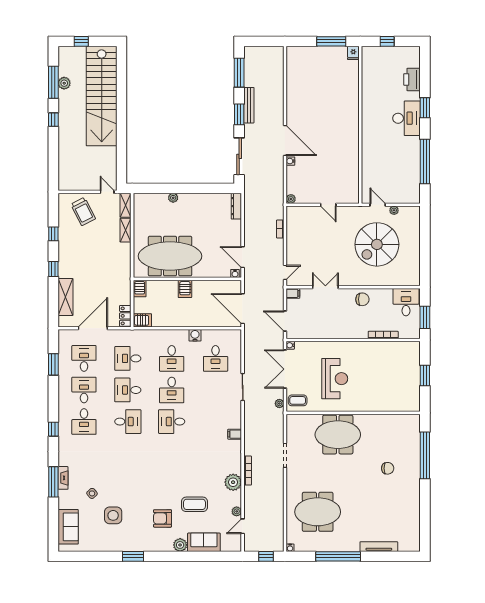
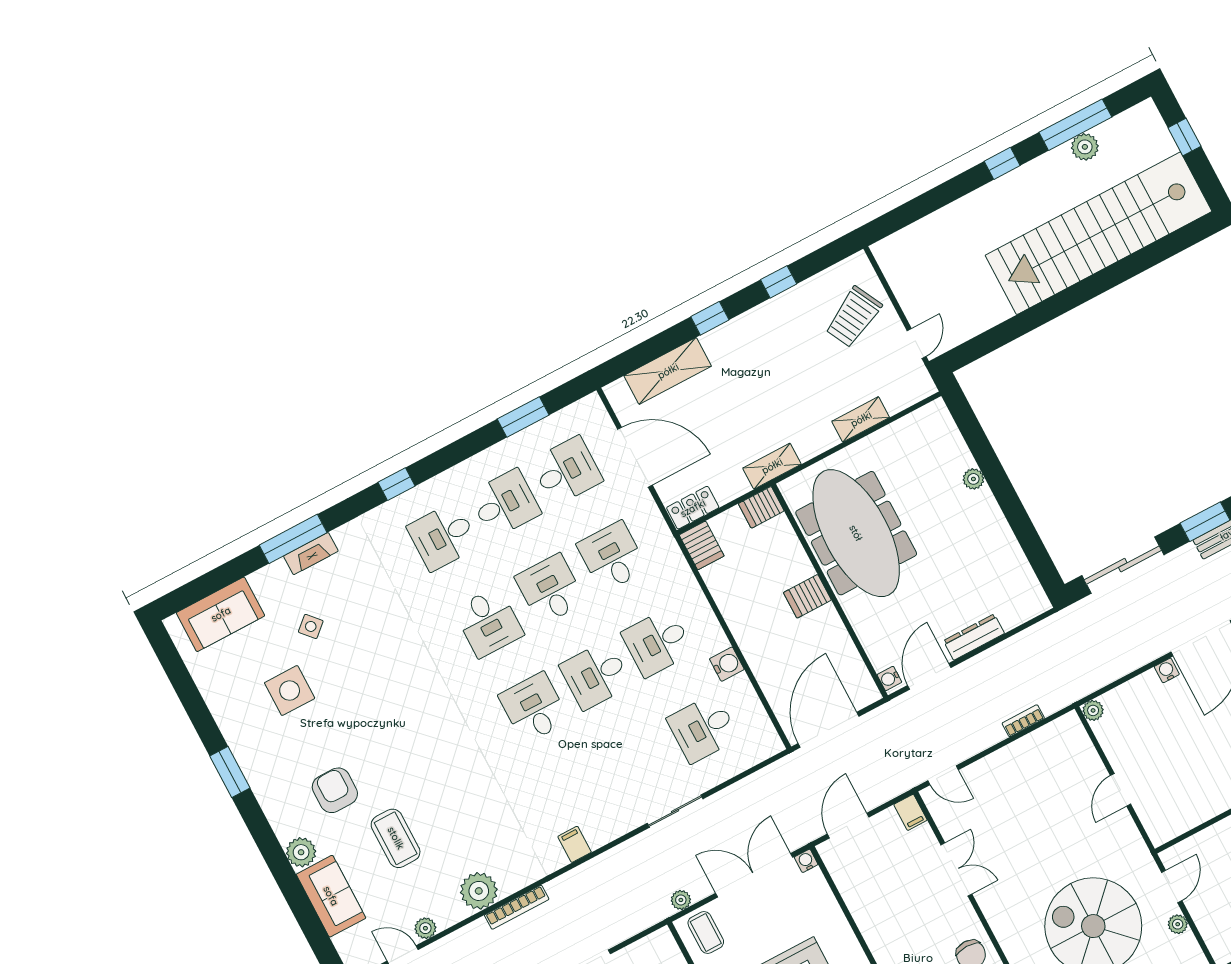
shelving: (125, 205) -> (772, 466), moved
dresser: (236, 206) -> (974, 637), moved

